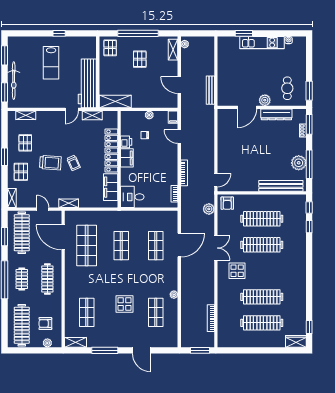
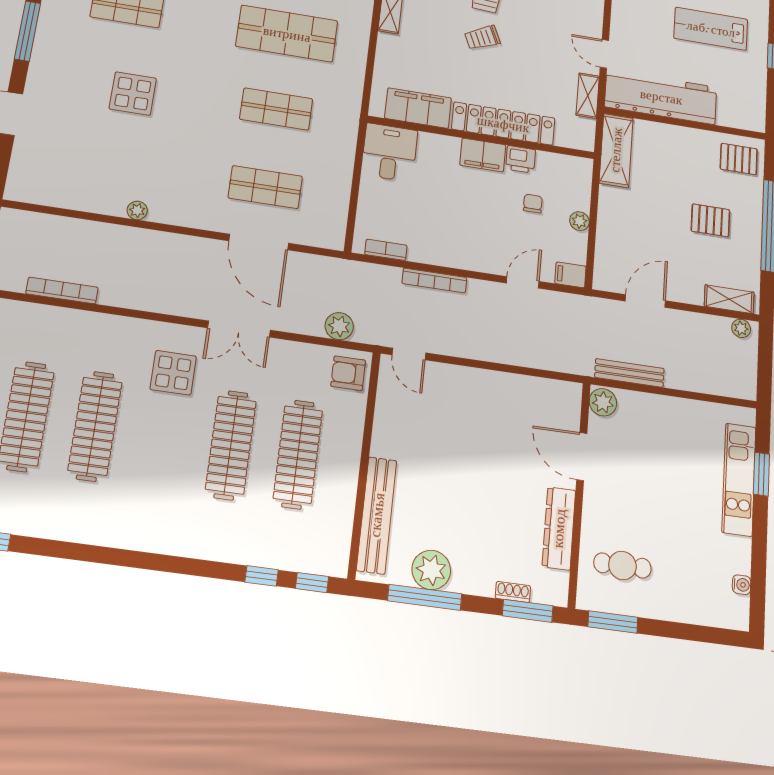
kitchen unit: (262, 43) -> (739, 479), moved
plant: (265, 100) -> (603, 402), moved
shop shelf: (156, 312) -> (100, 161), removed

